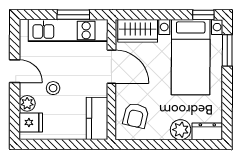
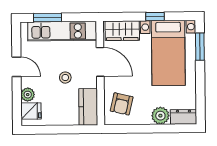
window: (73, 15) -> (47, 18), moved
window: (203, 15) -> (155, 16), moved
stool: (53, 88) -> (65, 78), moved

